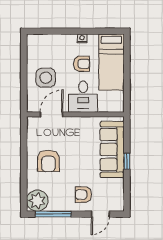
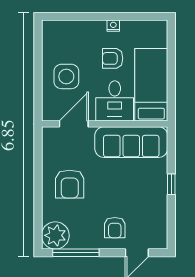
bed: (111, 62) -> (151, 85), moved, turned 180
armchair: (82, 64) -> (113, 58), turned 180
sofa: (112, 150) -> (131, 142), moved, turned -90
armchair: (83, 195) -> (115, 228), turned -90

